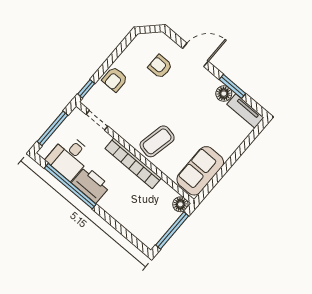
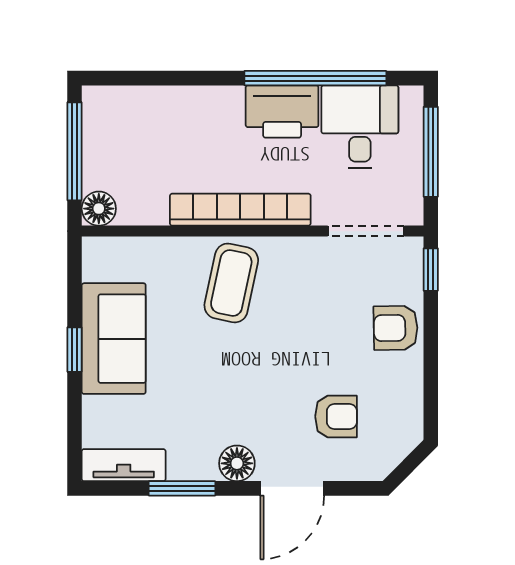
armchair: (115, 79) -> (396, 328), turned -91
floor lamp: (224, 94) -> (237, 463), moved
doorway: (97, 120) -> (366, 231), width x1.38
window: (229, 164) -> (75, 350), added
sofa: (200, 171) -> (114, 339), moved

